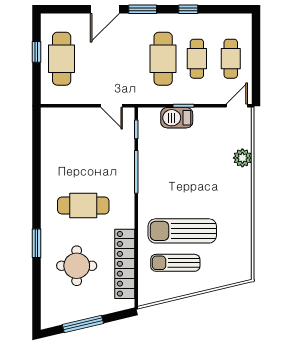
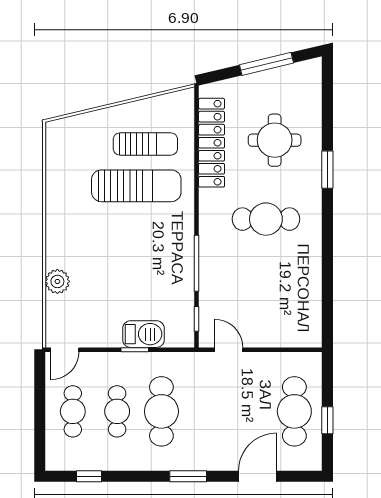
door: (105, 9) -> (258, 476), moved
window: (188, 9) -> (89, 476), moved

